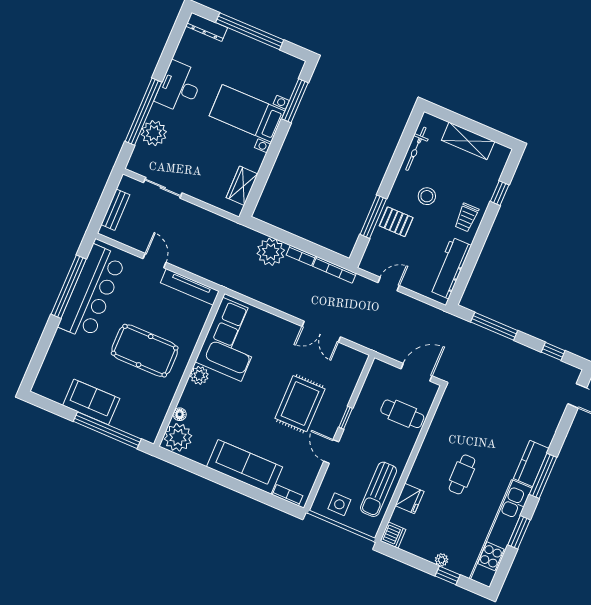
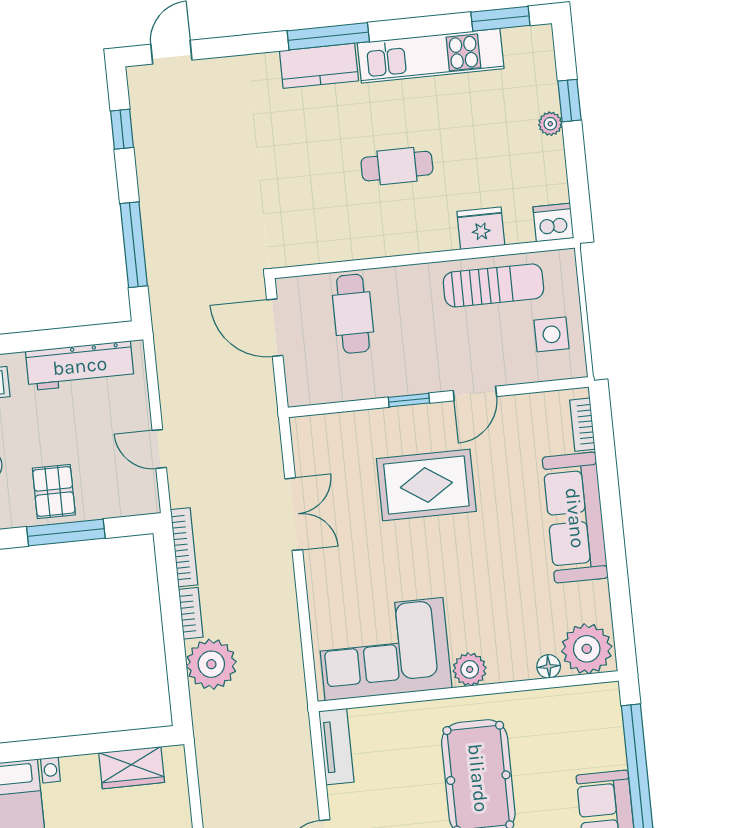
tv unit: (190, 287) -> (336, 747), width x0.71
window: (519, 532) -> (500, 19), moved
kitchen unit: (501, 533) -> (431, 56), width x0.73

